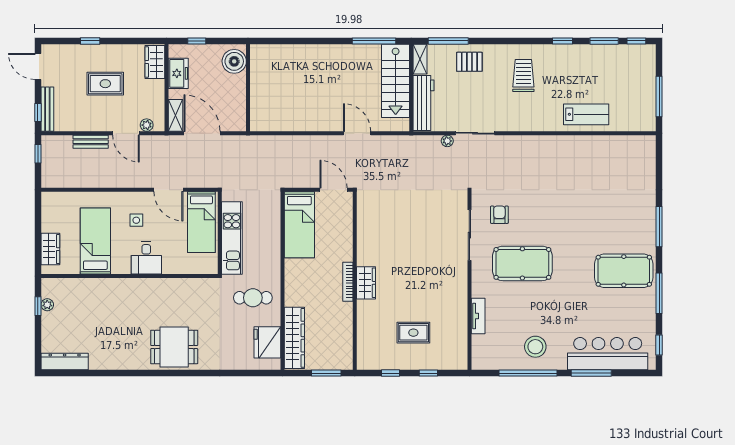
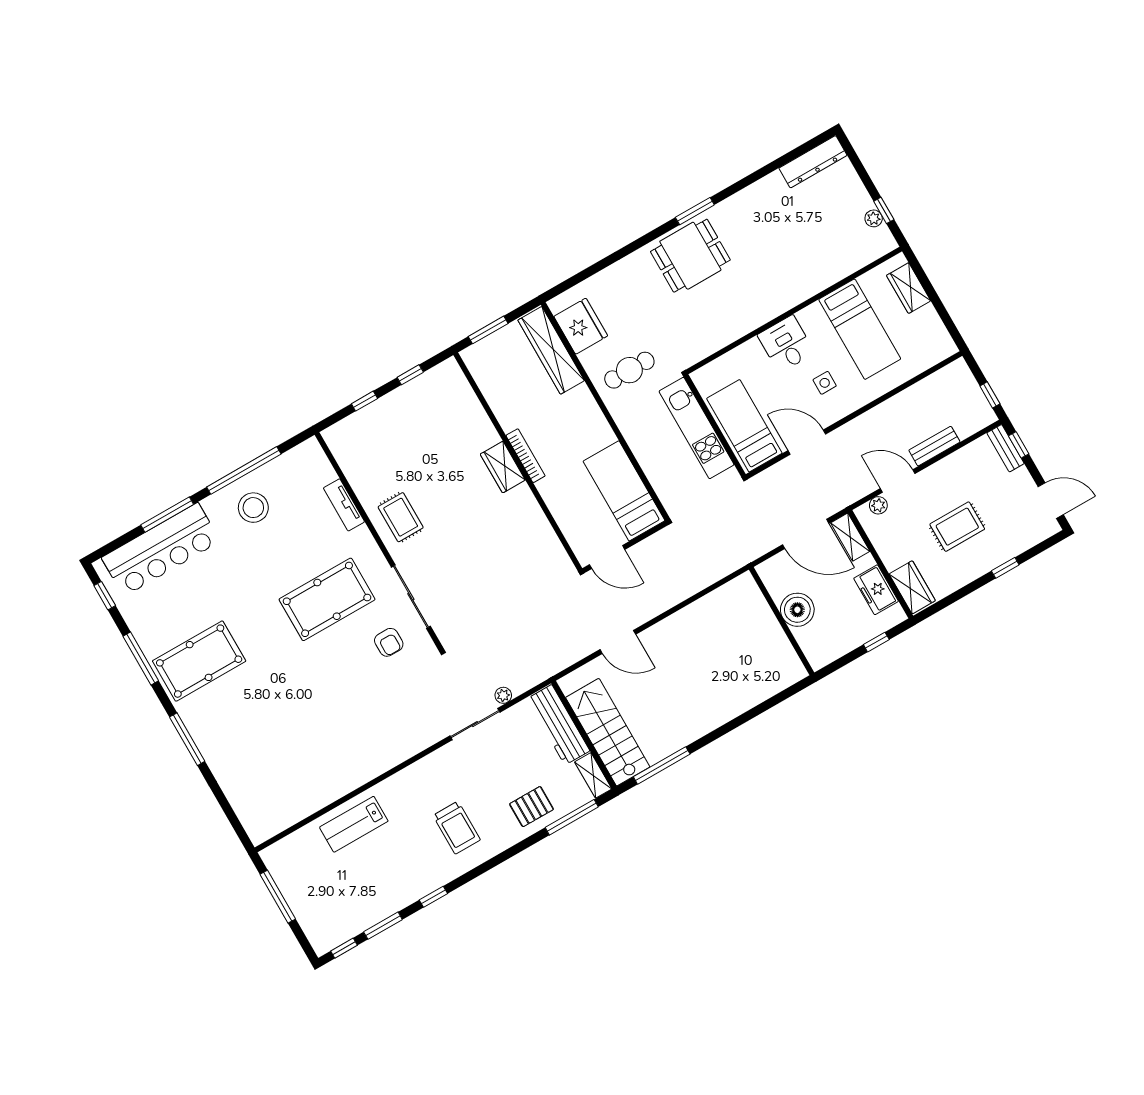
boiler: (234, 61) -> (797, 610), moved
bench: (47, 109) -> (1006, 448), width x0.73
rug: (413, 333) -> (401, 517), moved, turned 90
window: (156, 373) -> (695, 211), added

